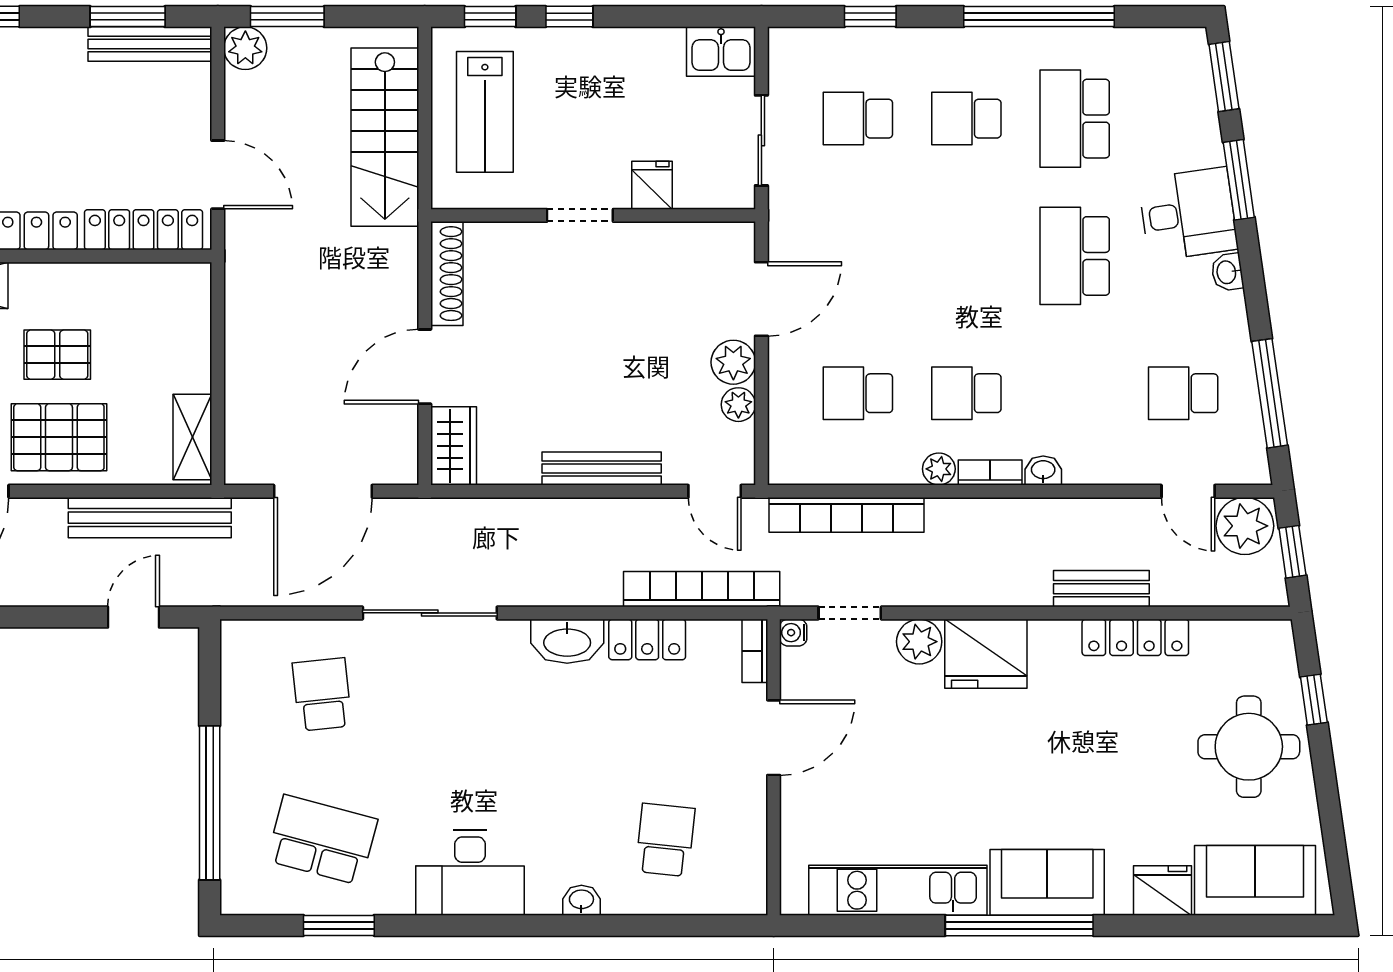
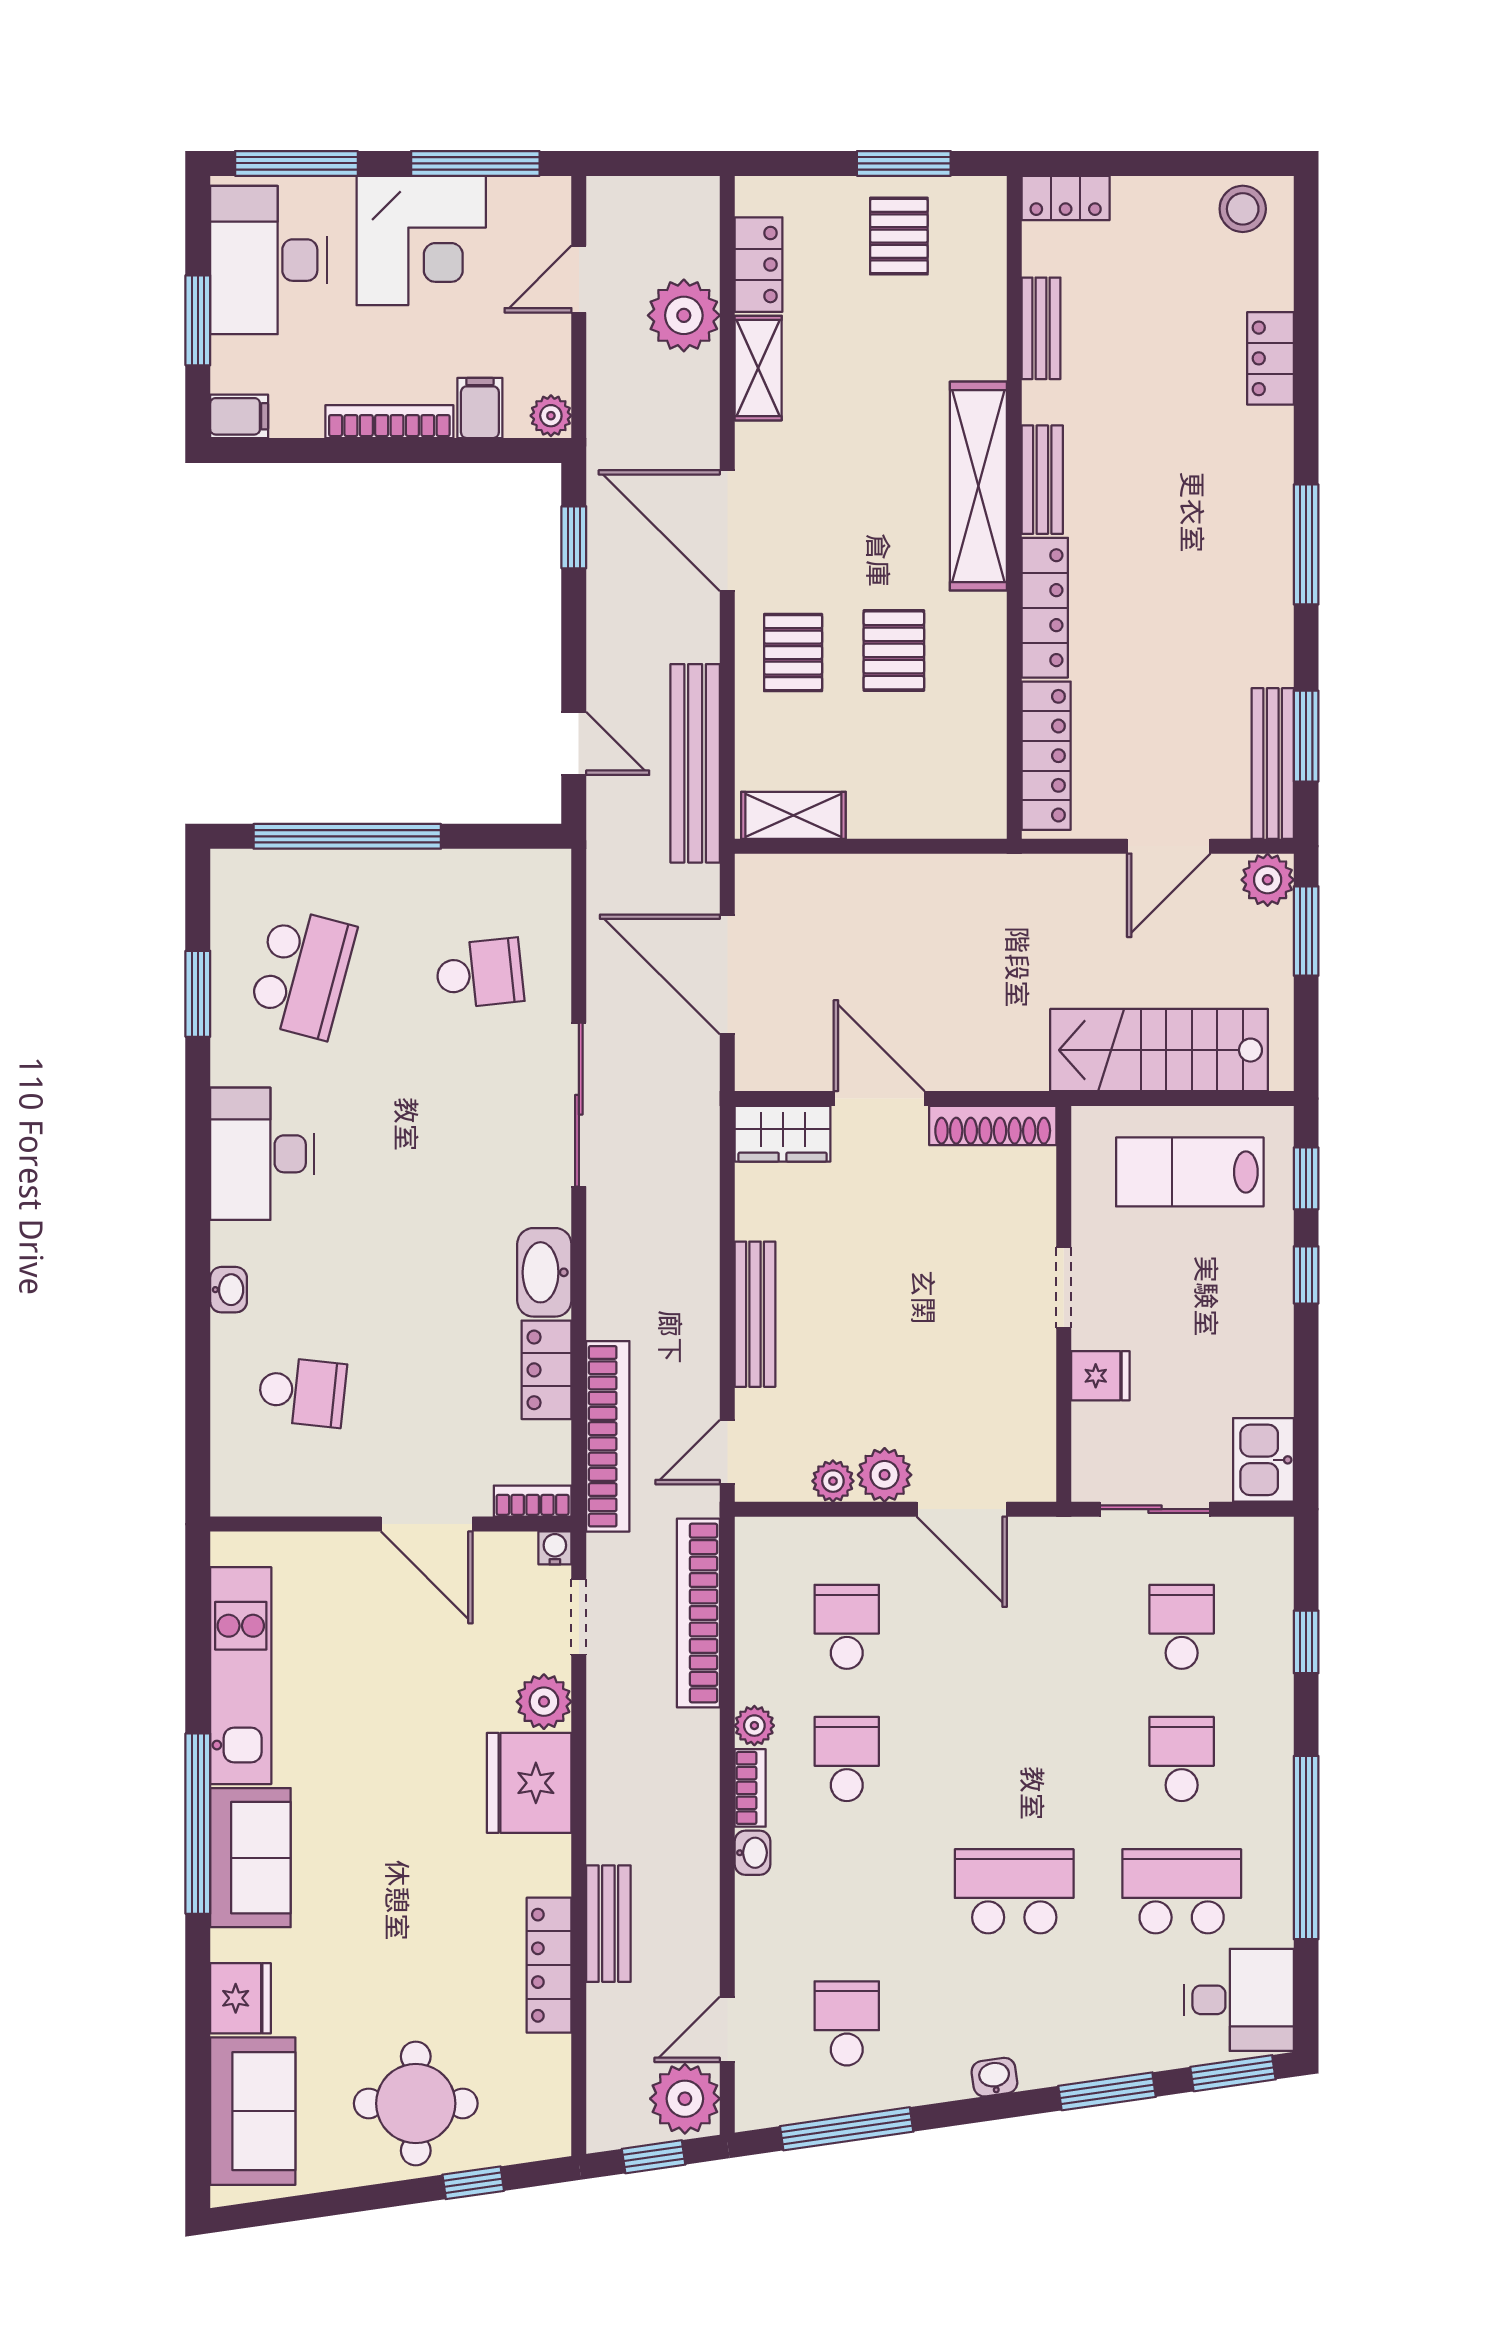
door: (218, 175) -> (1169, 846), moved
desk: (1188, 214) -> (1239, 2000), moved, turned -82
pallet: (59, 437) -> (793, 653), width x0.67, depth x0.71

